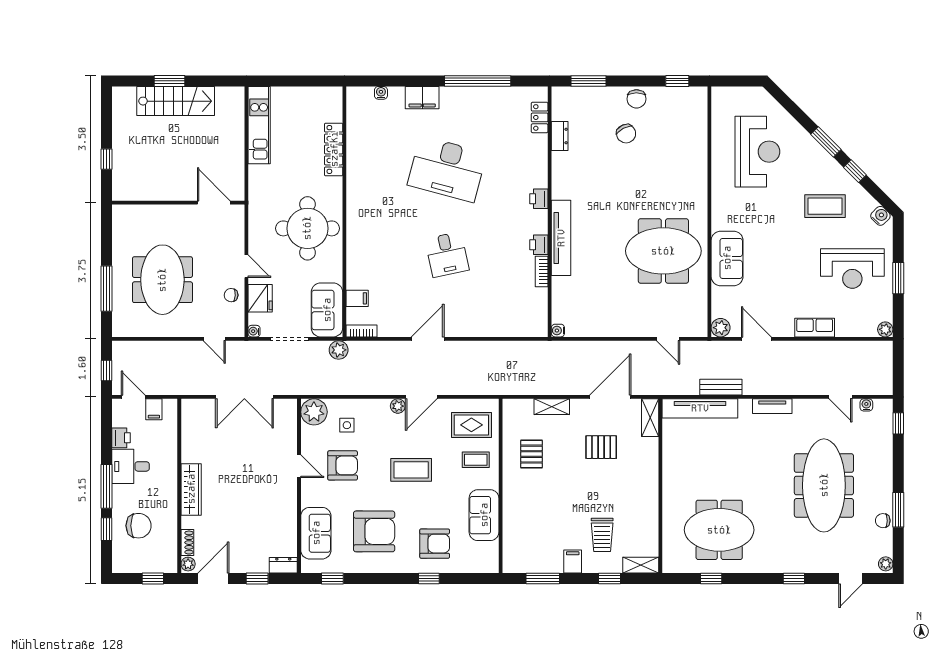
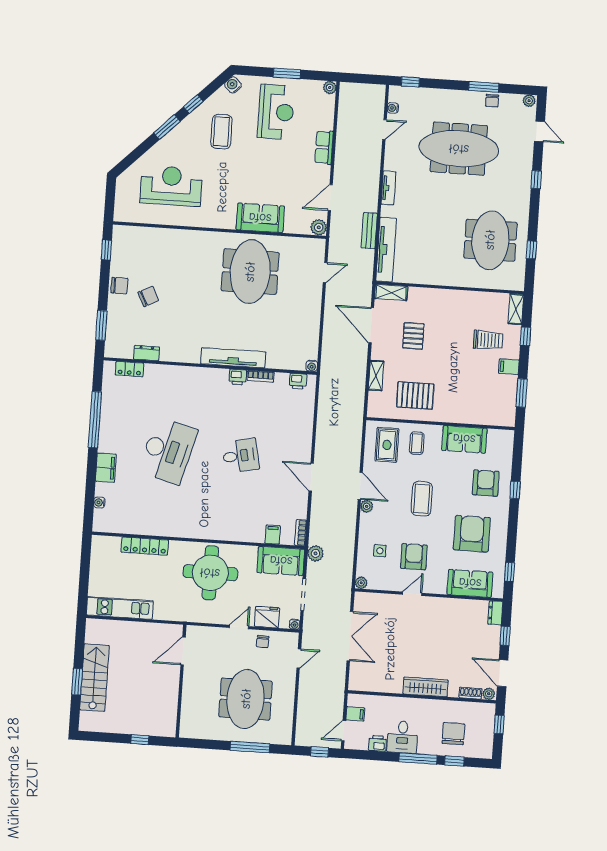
printer: (539, 199) -> (298, 381), moved
meeting table: (162, 280) -> (246, 699), turned 90
plant: (314, 412) -> (361, 583), width x0.53, depth x0.53
pallet: (531, 454) -> (415, 395), width x1.50, depth x1.42

